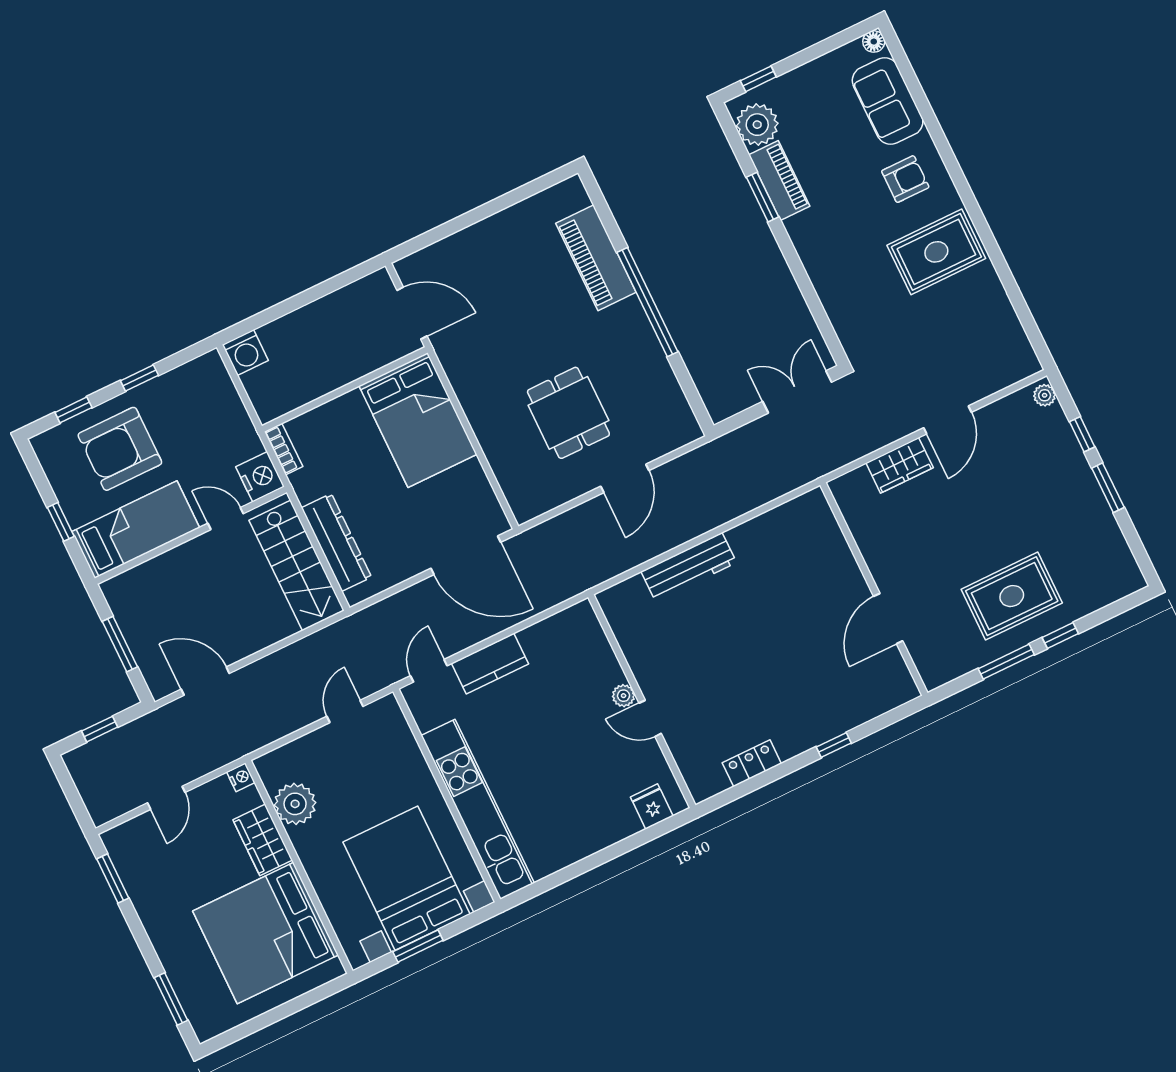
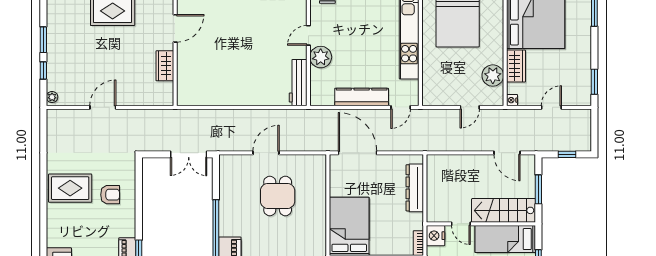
armchair: (905, 179) -> (110, 195), moved, turned 180
double door: (797, 392) -> (189, 154), moved
wardrobe: (900, 465) -> (165, 66), moved, turned -90
stairs: (297, 565) -> (504, 210), moved, turned -90
workbench: (689, 567) -> (298, 83), moved, turned -90
kitchen counter: (490, 664) -> (362, 97), width x1.50
plant: (624, 696) -> (321, 57), width x1.88, depth x1.88
door: (345, 711) -> (470, 107), moved
door: (650, 718) -> (308, 35), swing flipped

